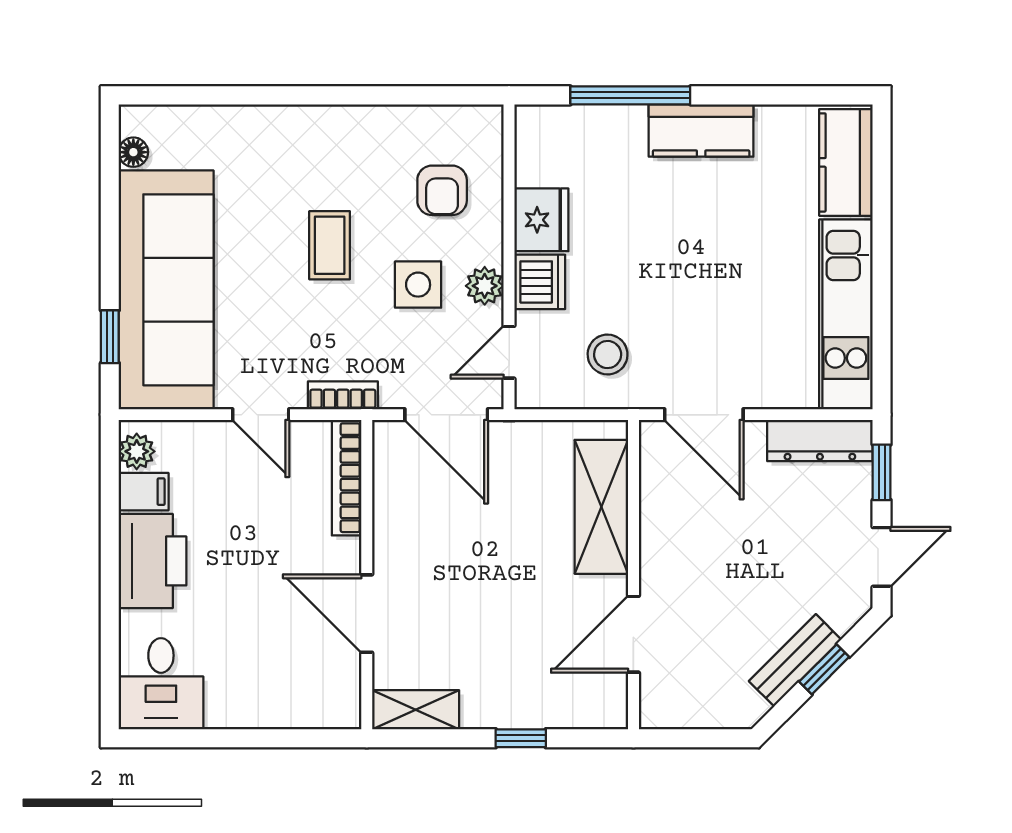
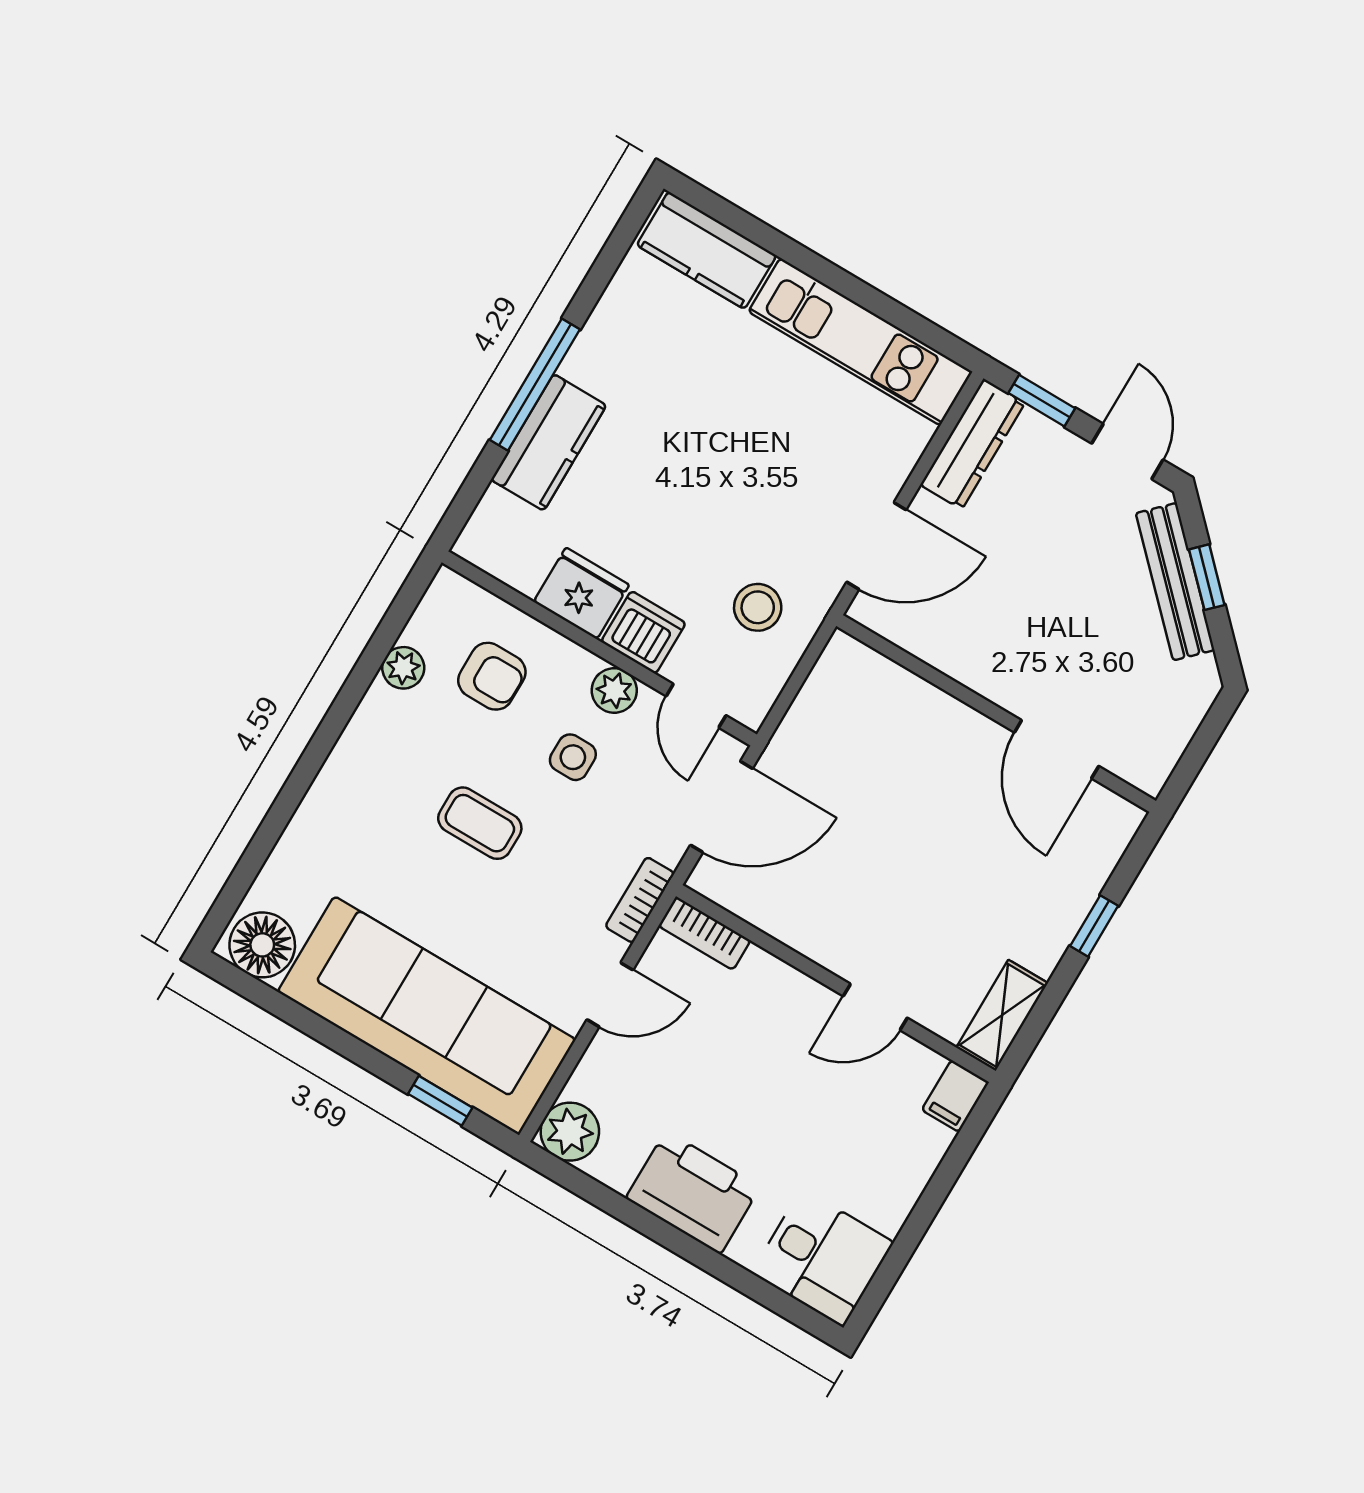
window: (630, 95) -> (535, 385), moved
plant: (410, 122) -> (403, 668), added
kitchen counter: (701, 130) -> (549, 442), moved
floor lamp: (133, 152) -> (262, 945), width x1.89, depth x1.89
side table: (418, 285) -> (573, 757), width x0.73, depth x0.73
plant: (137, 451) -> (570, 1132), width x1.38, depth x1.38
bookcase: (347, 478) -> (704, 933), width x0.64
filing cabinet: (144, 492) -> (955, 1096), moved, turned 180
shelving: (601, 507) -> (908, 705), removed
door: (367, 614) -> (875, 1007), width x0.73
bench: (795, 660) -> (1175, 582), width x1.36

